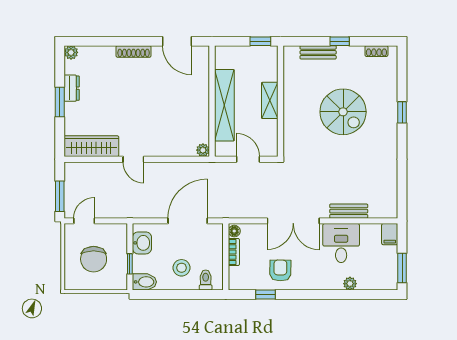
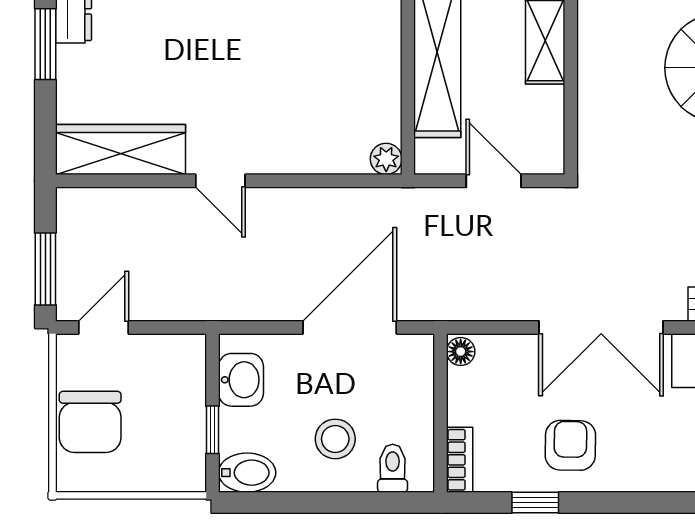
bookcase: (234, 252) -> (460, 460), moved
chair: (94, 259) -> (90, 422), moved

